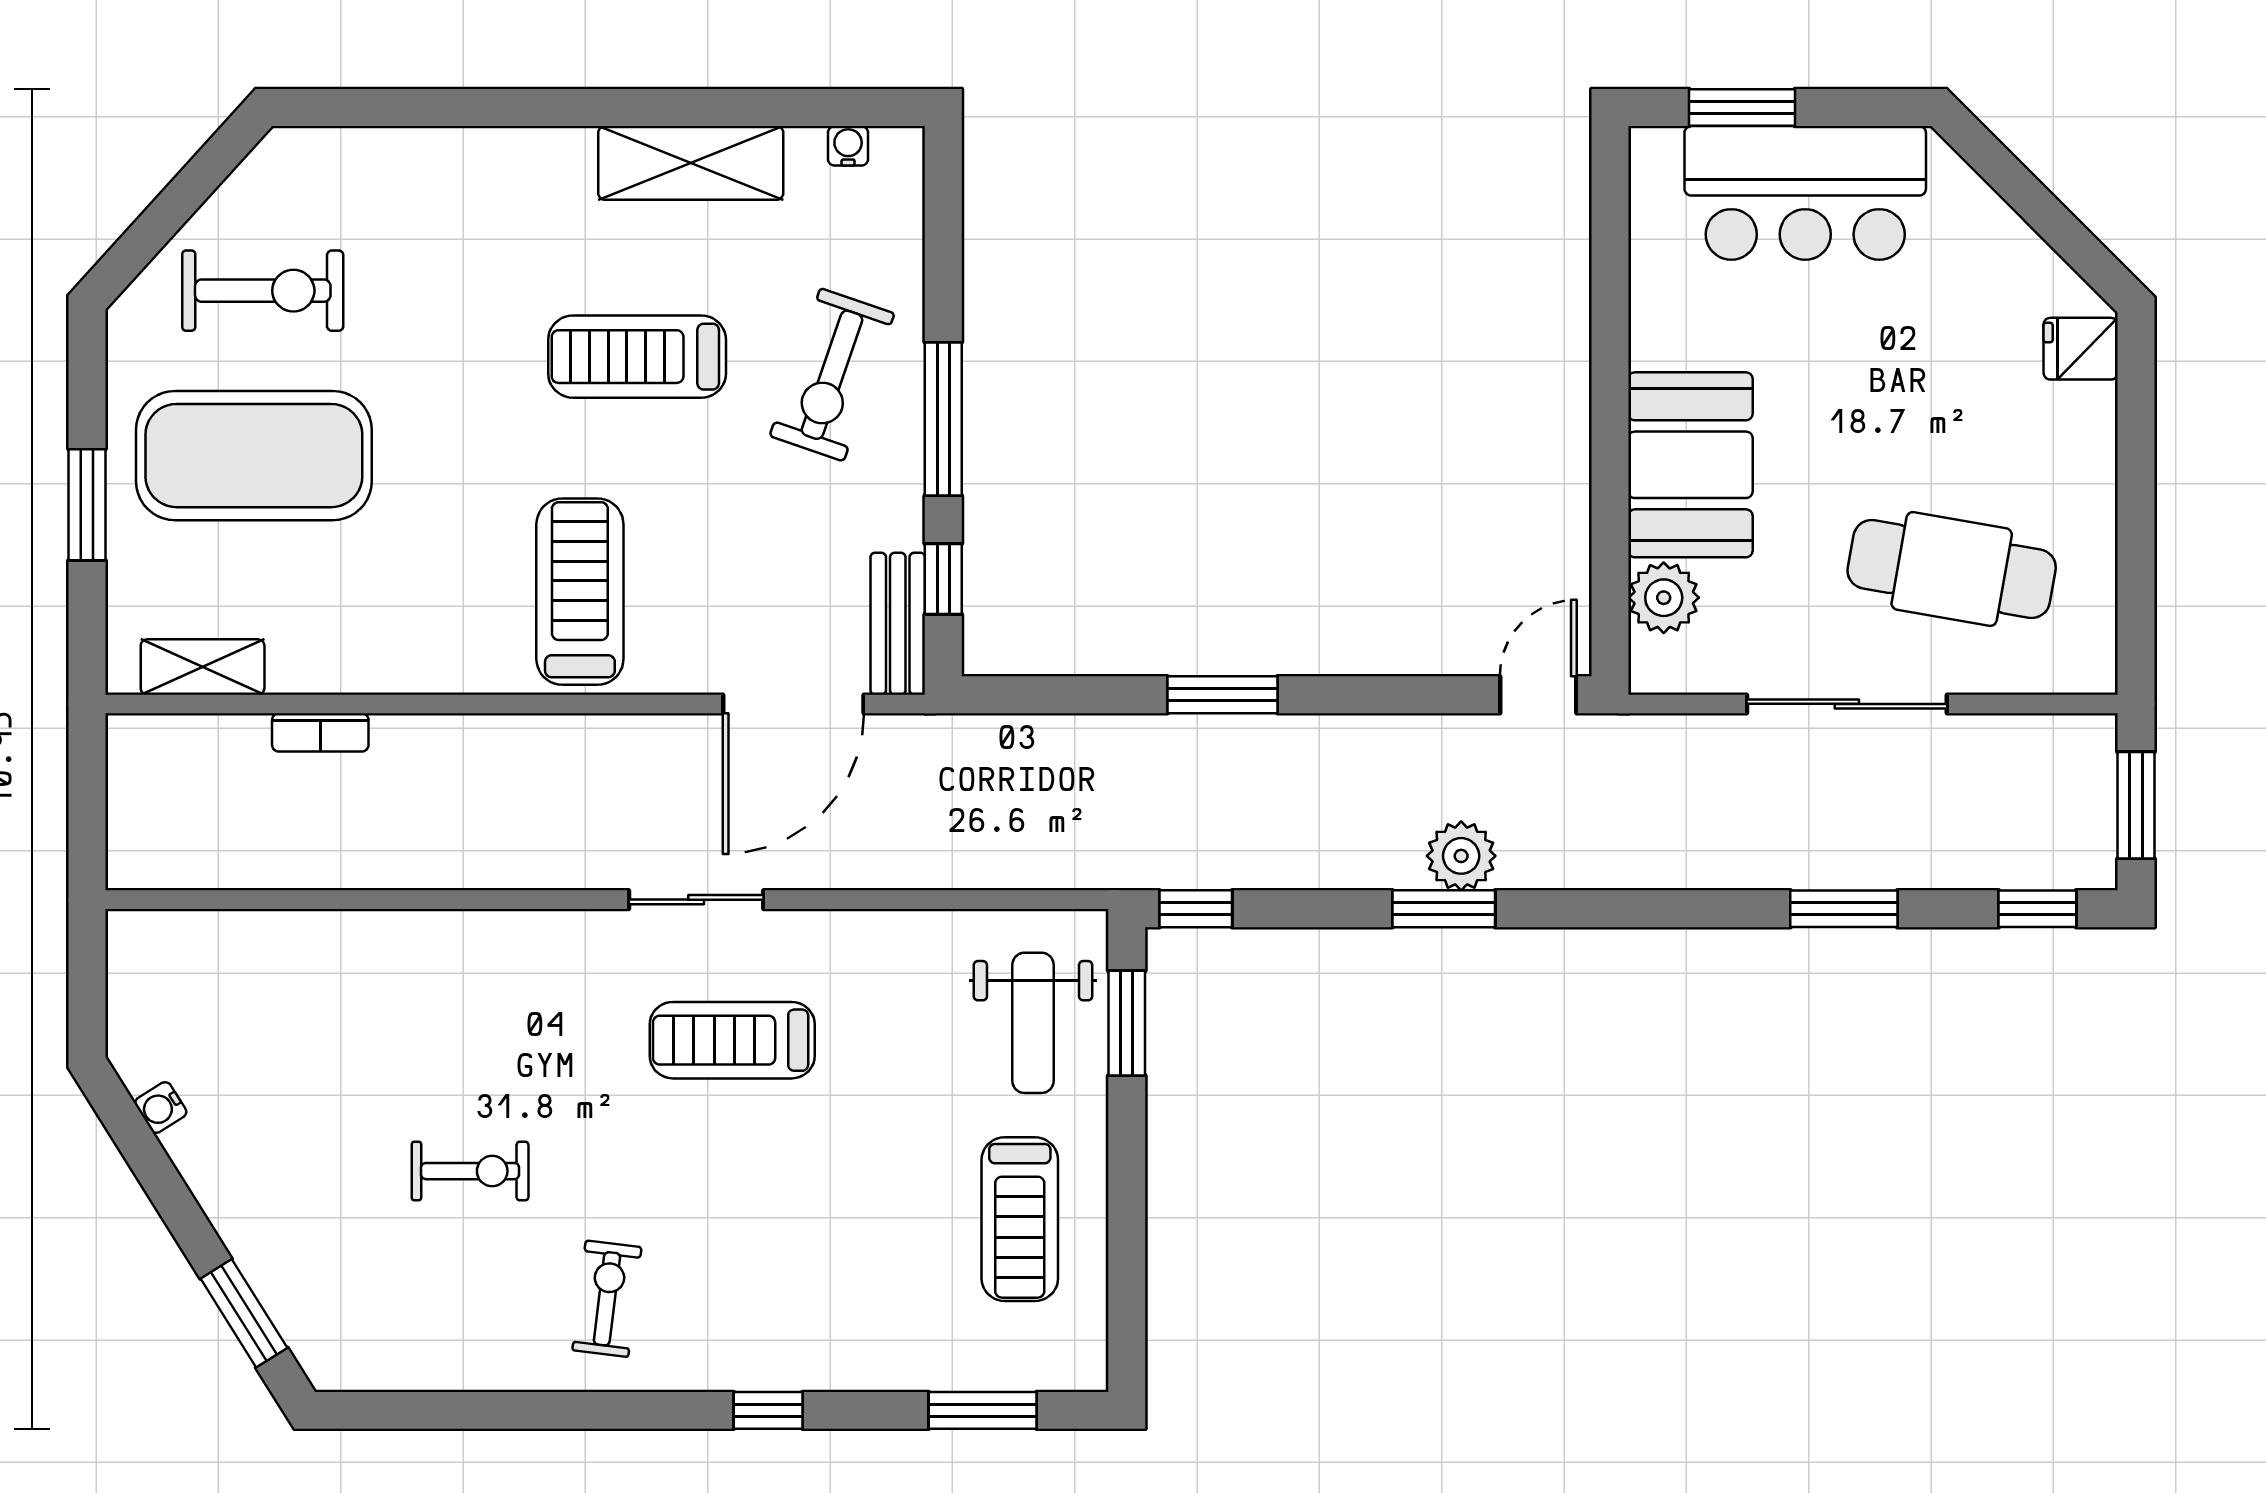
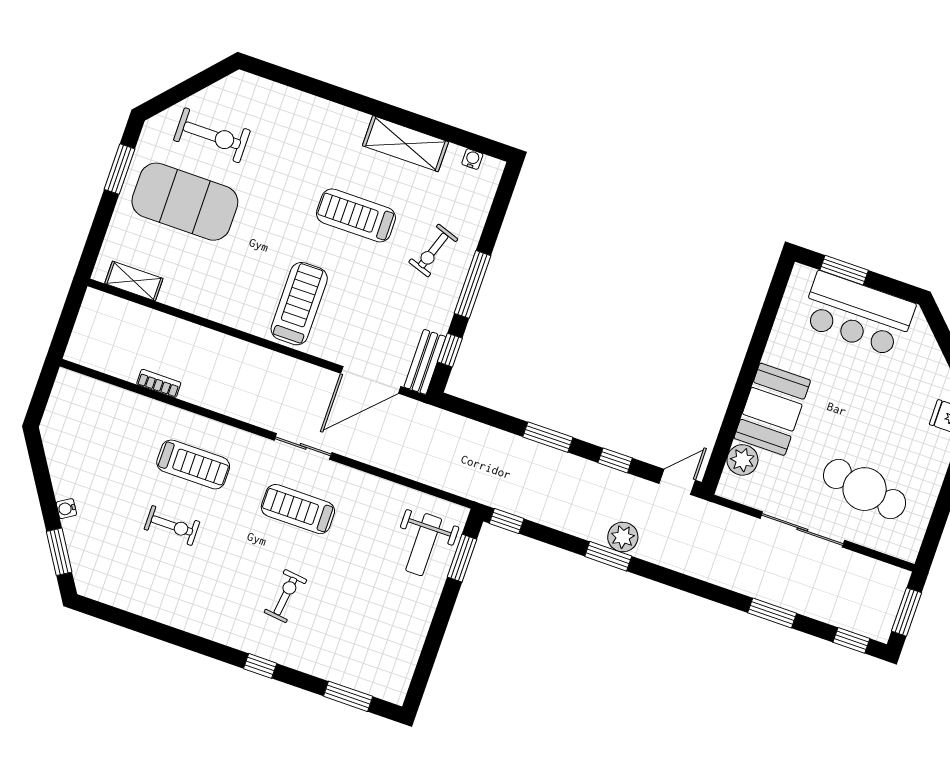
exercise bike: (832, 375) -> (433, 251), width x0.73, depth x0.72
window: (87, 505) -> (120, 169), moved
window: (1387, 695) -> (615, 460), added
bookcase: (320, 732) -> (159, 383), moved, turned 180
water cooler: (161, 1108) -> (66, 509), moved
treadmill: (1020, 1219) -> (193, 464), moved, turned -90
exercise bike: (607, 1299) -> (285, 596), moved

